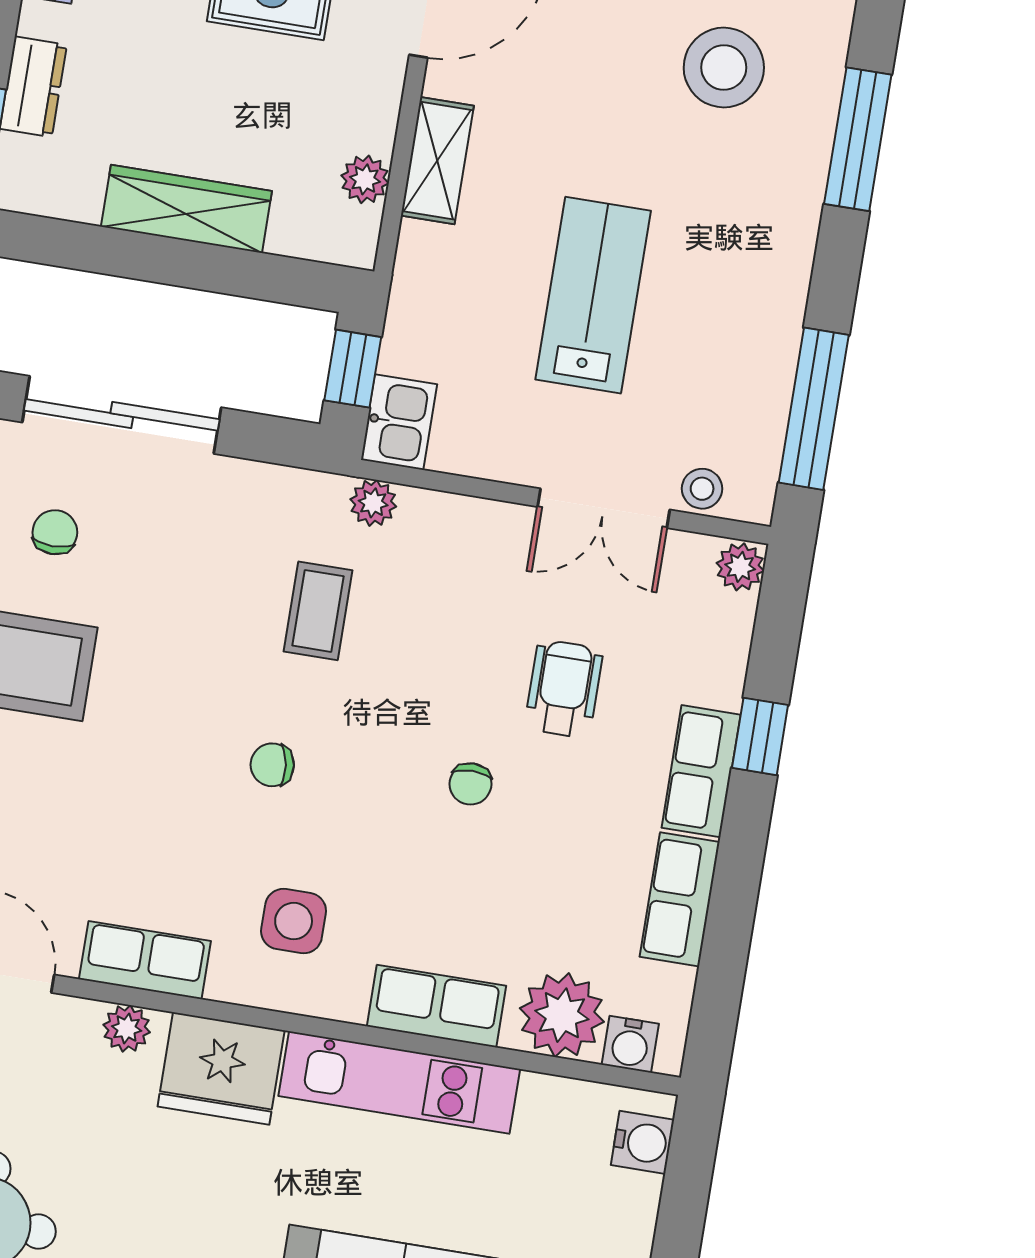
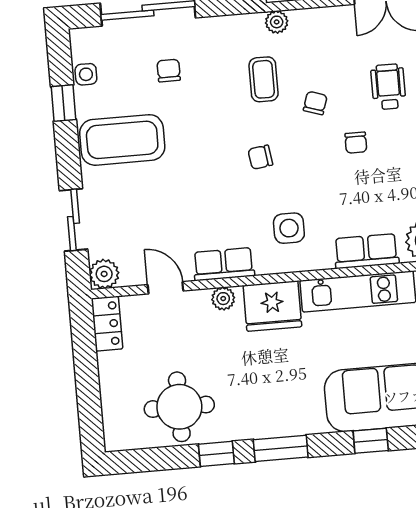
chair: (55, 532) -> (169, 71), moved
chair: (409, 684) -> (315, 103), added

